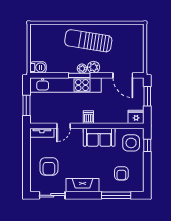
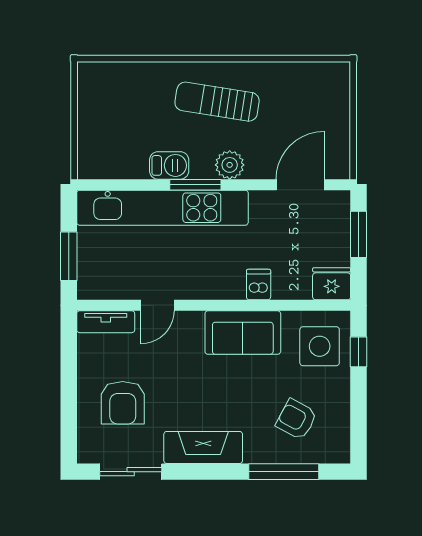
sun lounger: (88, 41) -> (217, 102), width x0.73, depth x0.75
barbecue: (38, 67) -> (169, 165), moved
plant: (82, 69) -> (202, 168), removed
door: (123, 75) -> (300, 185), swing flipped
dishwasher: (88, 117) -> (259, 285), moved
armchair: (121, 173) -> (296, 419), turned 118

